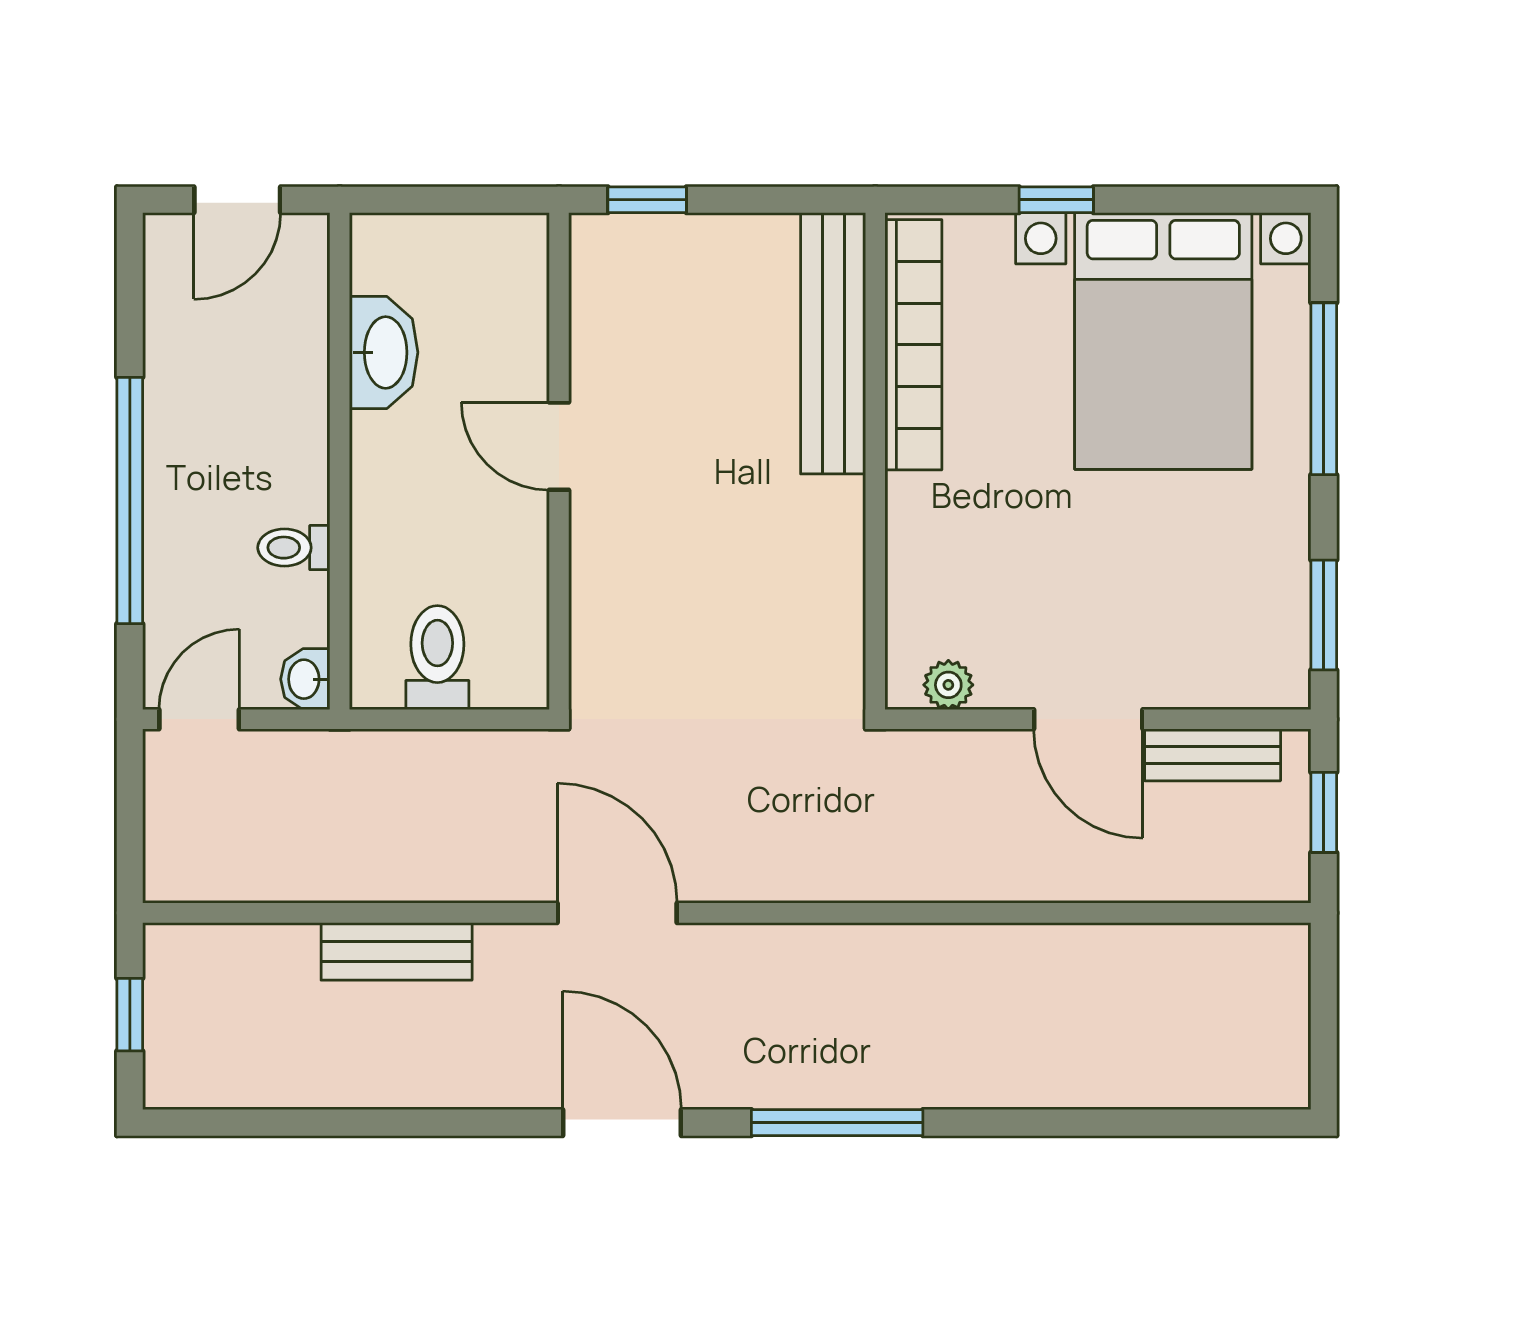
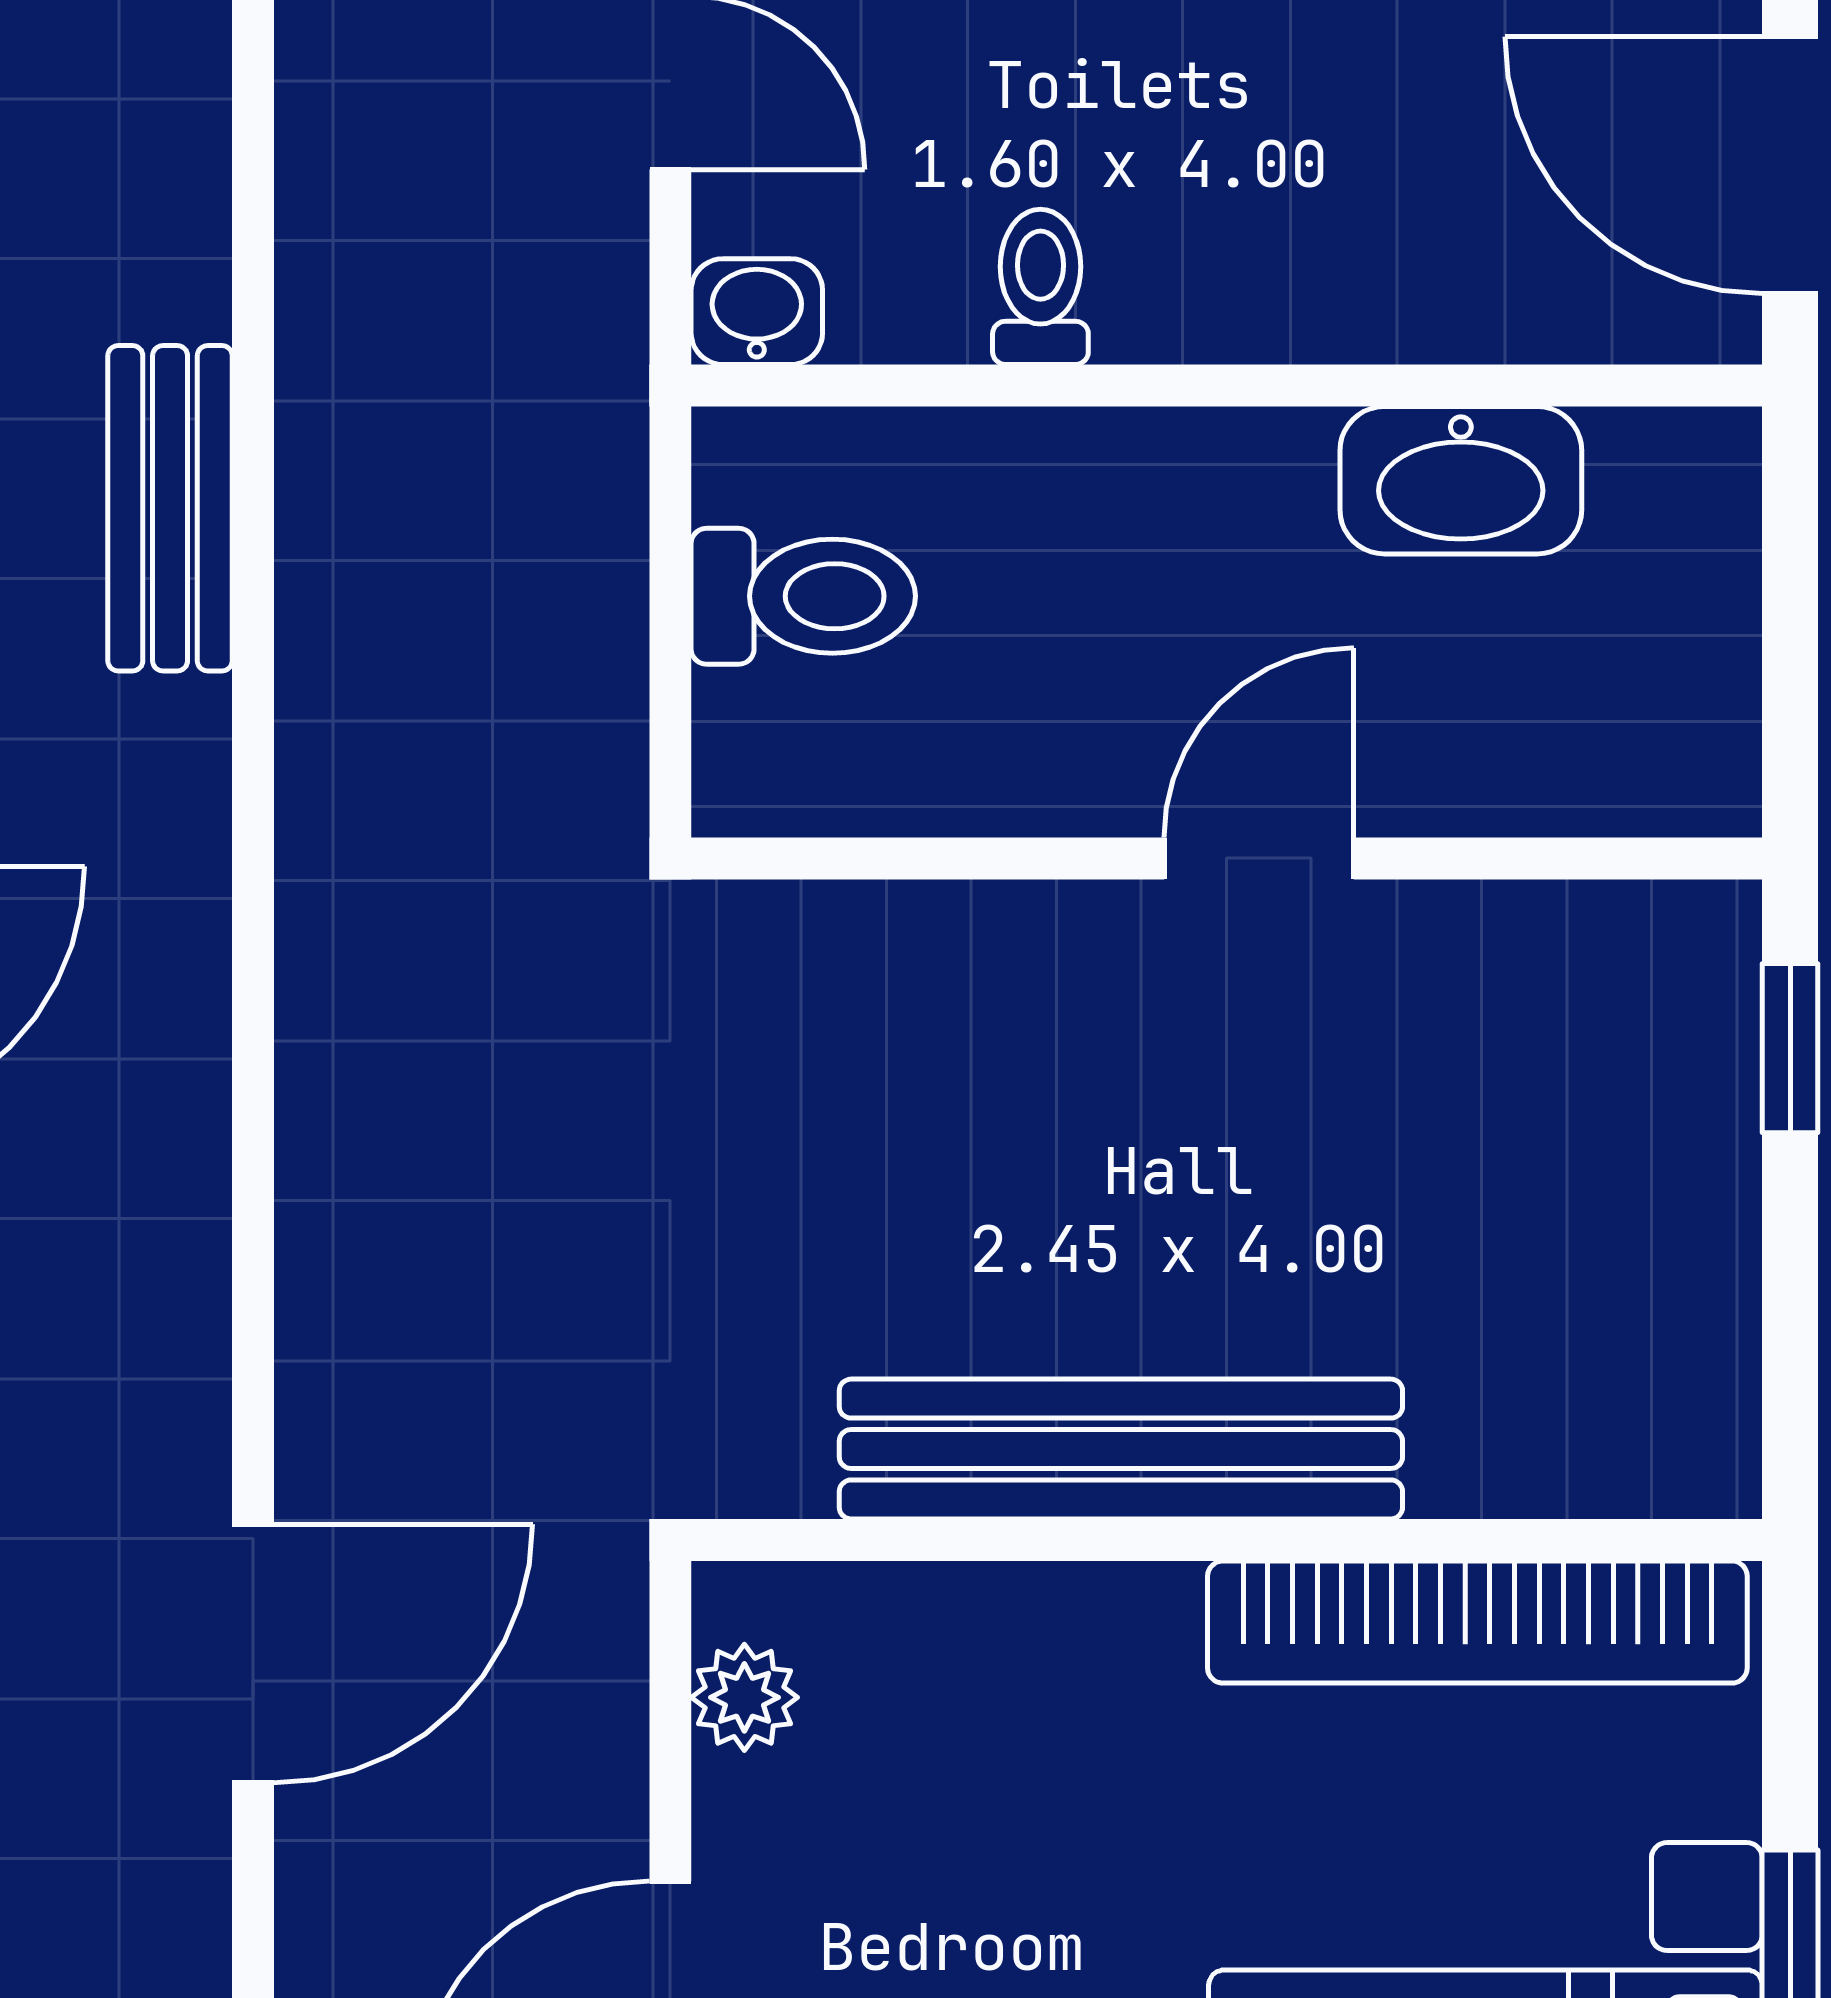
door: (237, 200) -> (1790, 165), width x1.38
bench: (833, 343) -> (1121, 1449), moved
door: (617, 913) -> (253, 1653), moved

